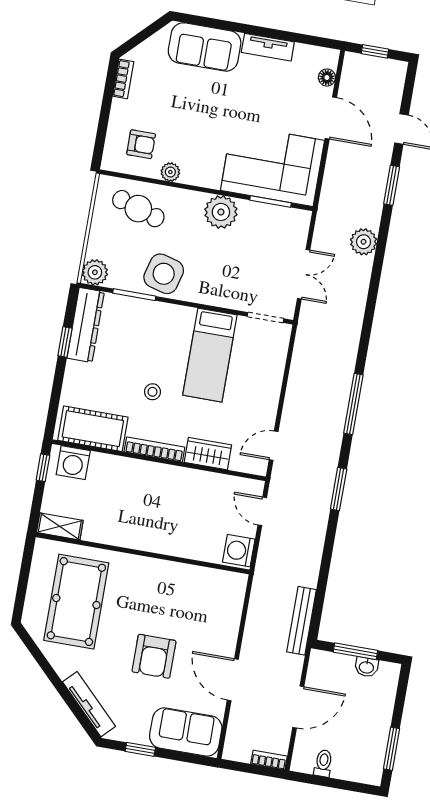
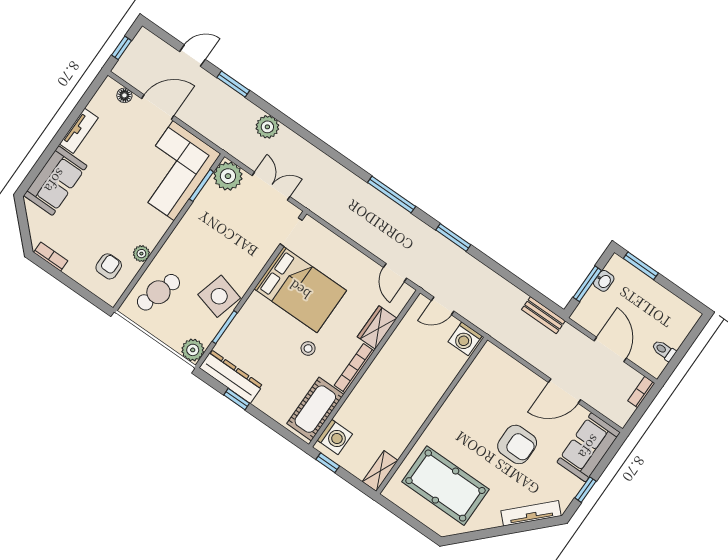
plant: (221, 212) -> (228, 176), moved
bed: (210, 355) -> (300, 290), width x1.50
bench: (301, 621) -> (543, 315), width x0.73
window: (391, 749) -> (641, 266), moved

